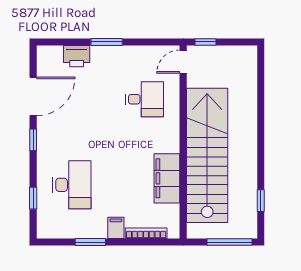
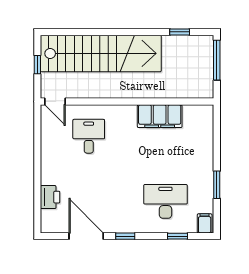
window: (107, 42) -> (37, 170), removed
window: (206, 42) -> (37, 65), moved
stairs: (207, 155) -> (101, 53), moved, turned 180
filing cabinet: (116, 228) -> (205, 223), moved, turned 90
bookcase: (146, 233) -> (209, 135), removed

